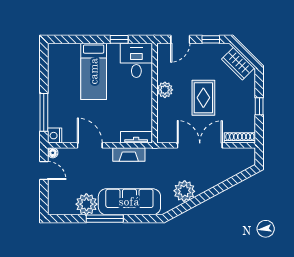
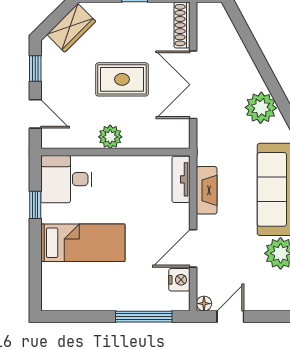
nightstand: (55, 136) -> (179, 280), moved, turned -90

